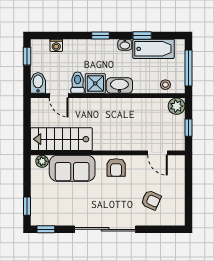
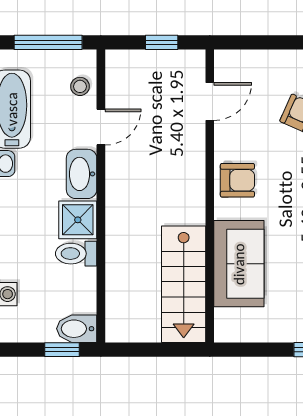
window: (27, 56) -> (62, 350), moved
door: (59, 96) -> (101, 127), moved
plant: (177, 106) -> (121, 65), removed
plant: (42, 161) -> (226, 321), removed

